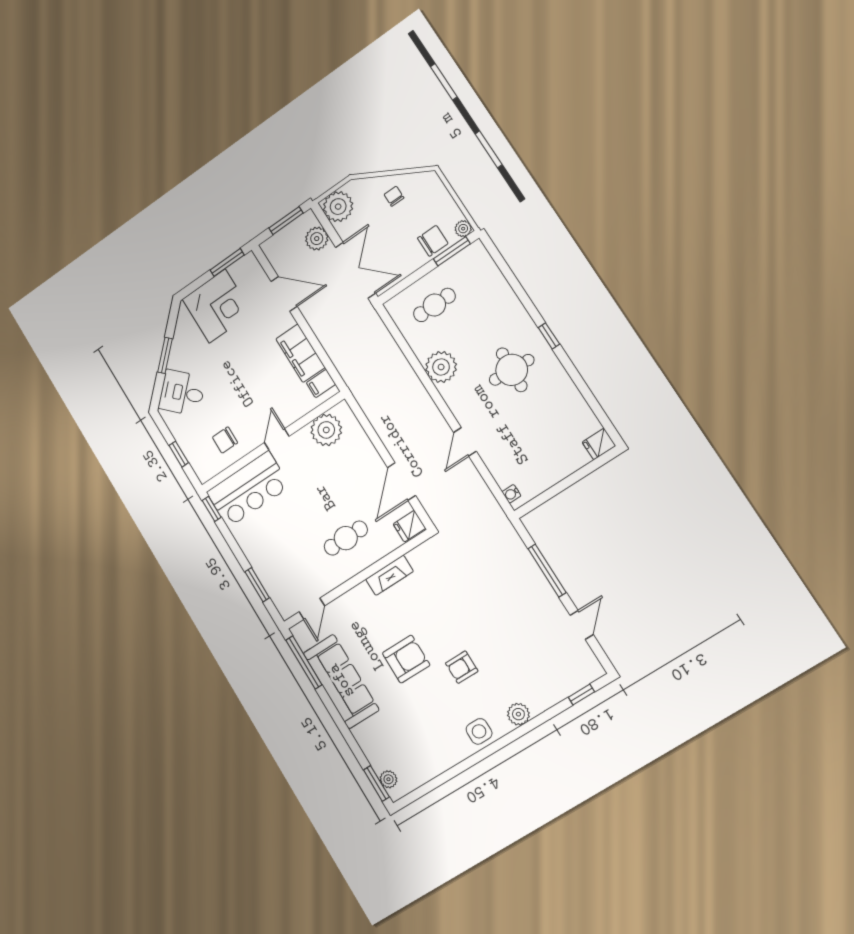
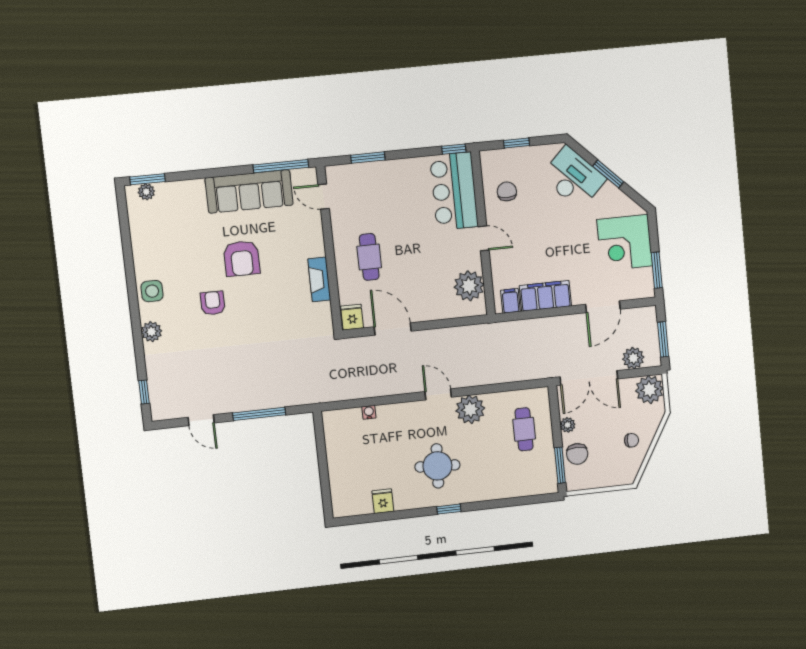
plant: (463, 229) -> (568, 425), moved
desk: (182, 393) -> (573, 178), width x1.37
door: (465, 442) -> (438, 394), moved
fridge: (599, 444) -> (383, 501), moved
water cooler: (511, 494) -> (369, 412), moved

